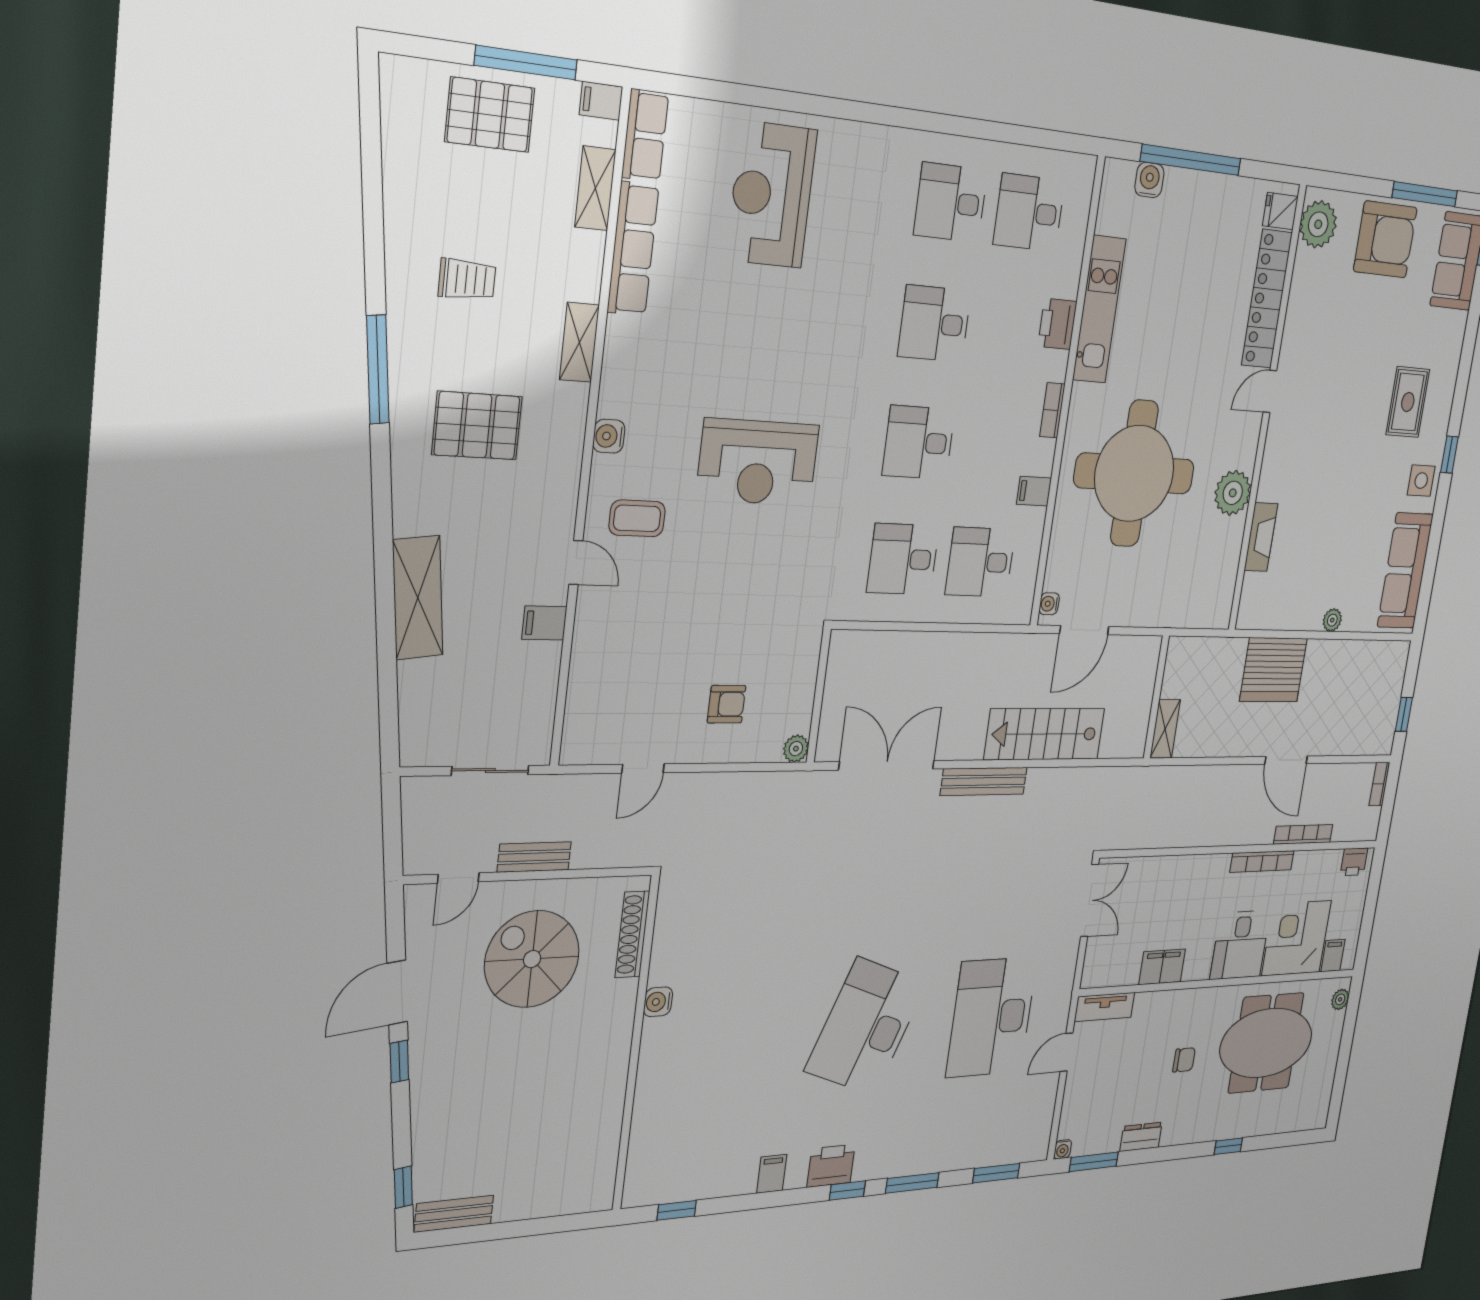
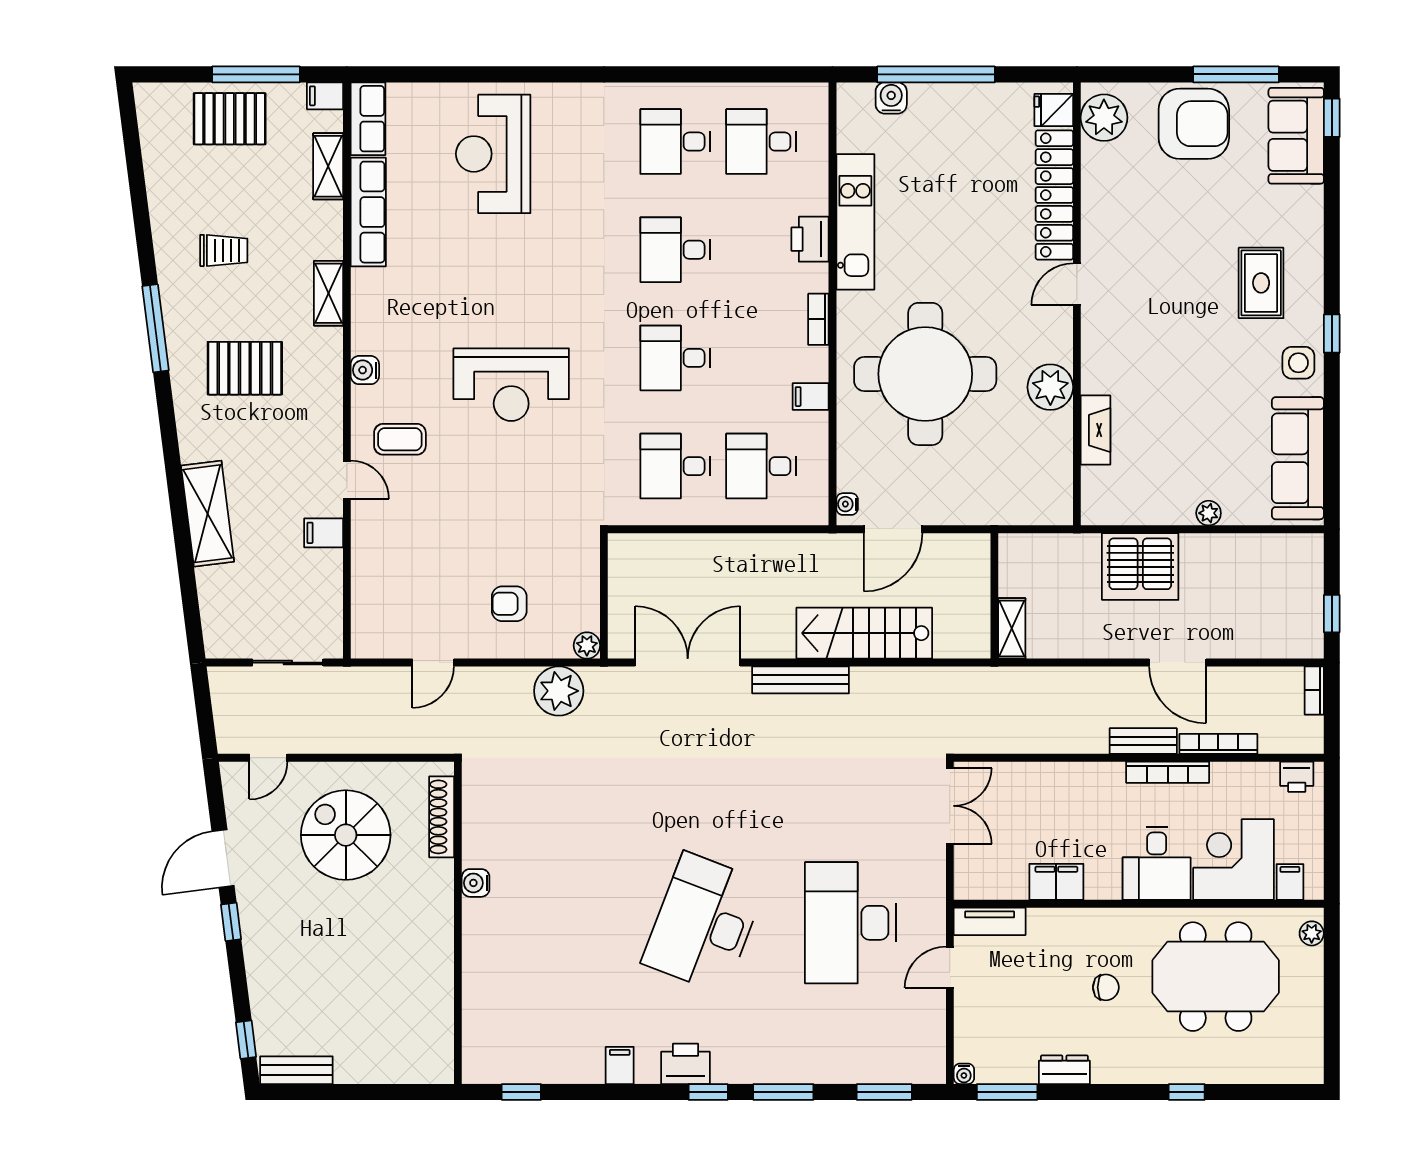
armchair: (727, 704) -> (509, 604), turned 180
plant: (763, 797) -> (559, 691), added
bench: (534, 857) -> (1143, 741), moved

